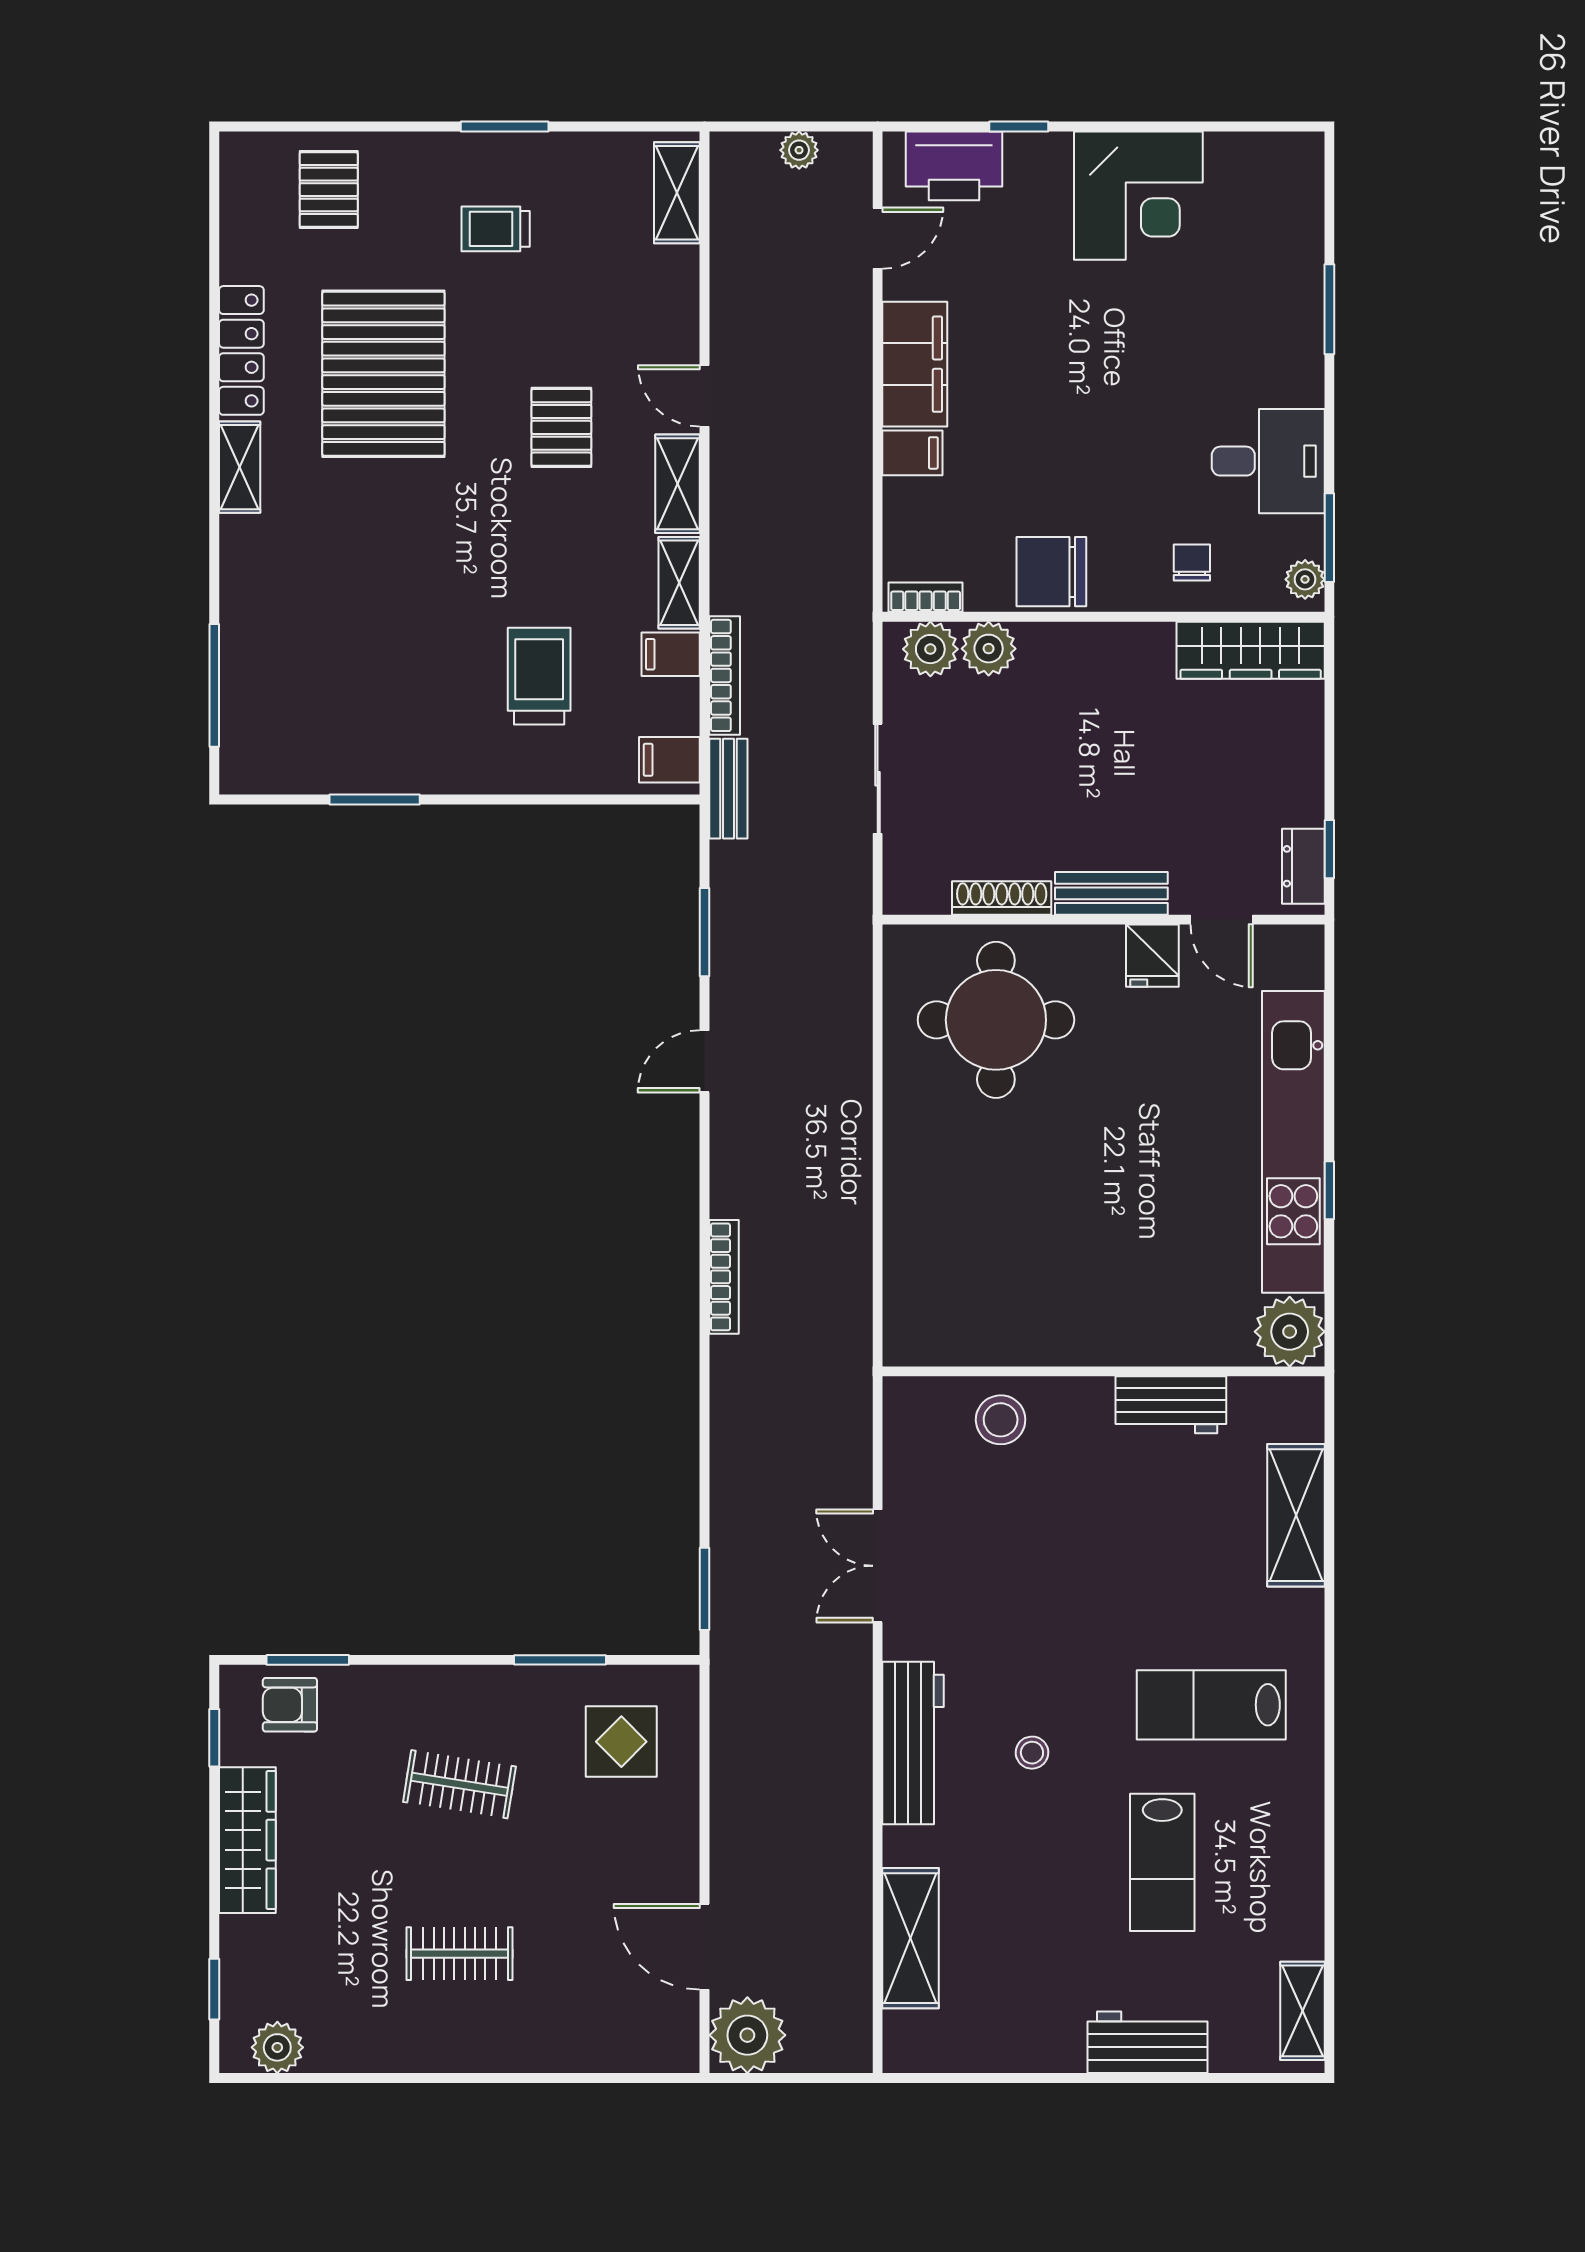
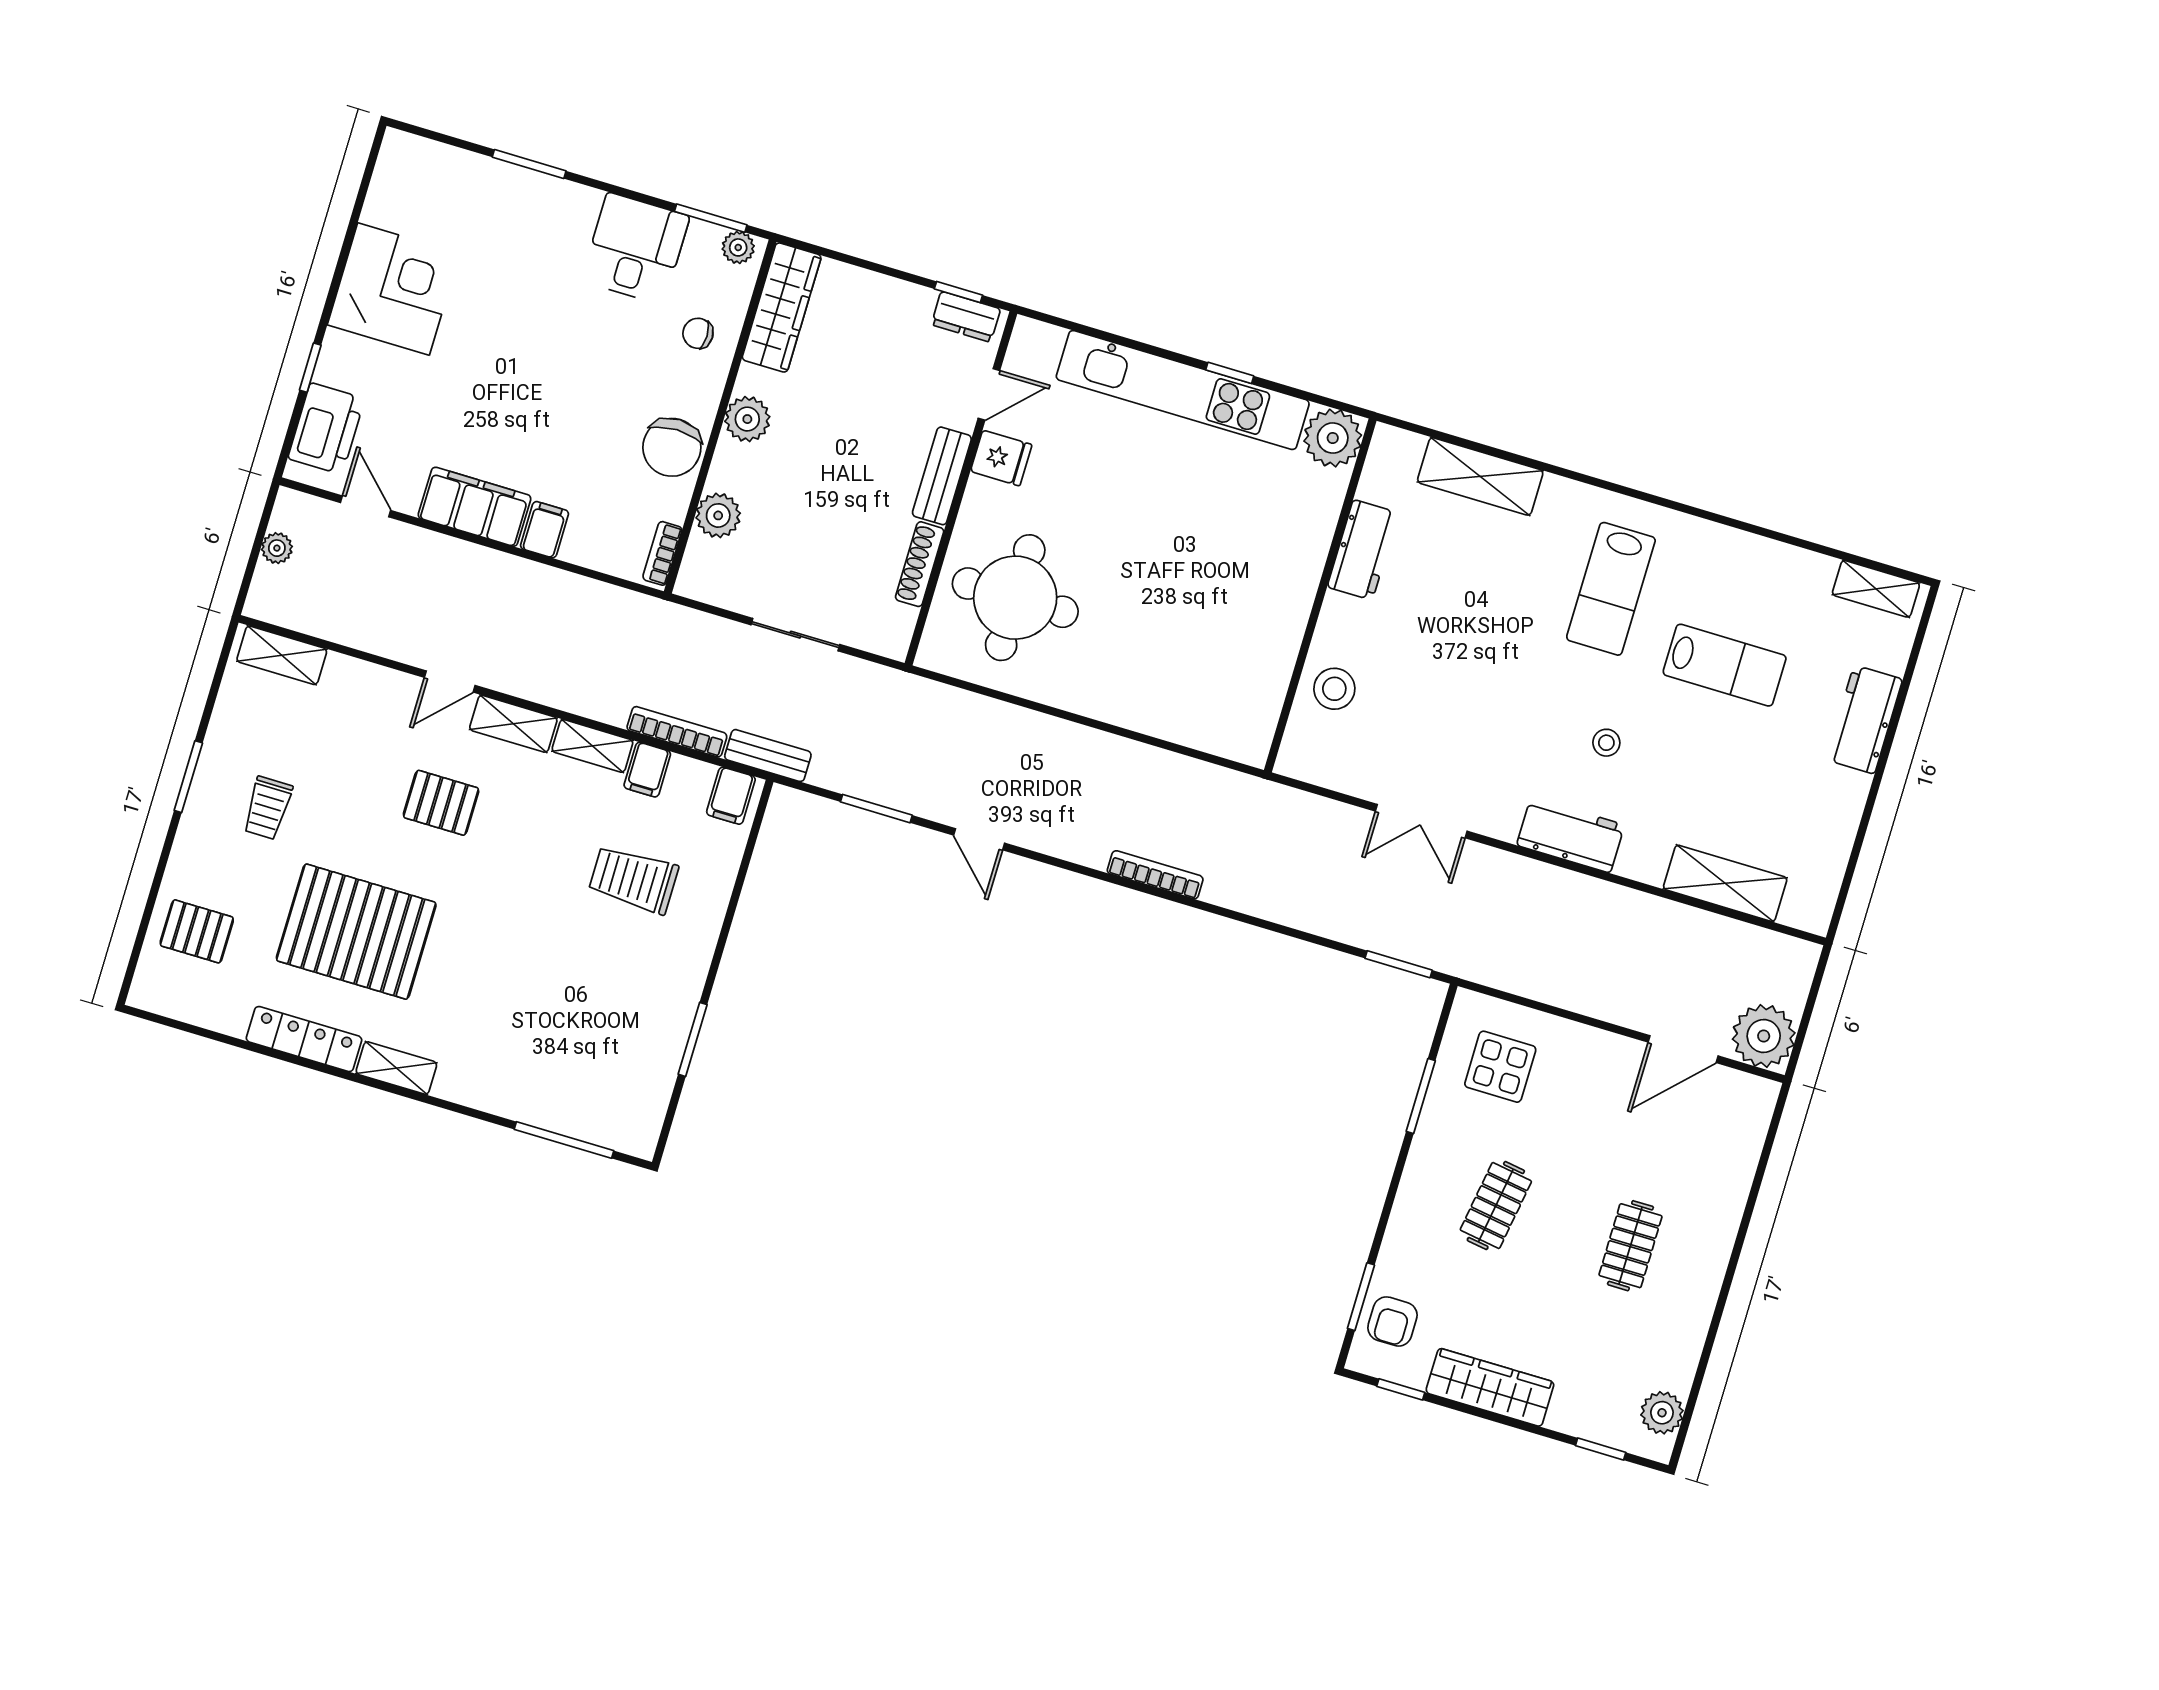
plant: (930, 649) -> (747, 419), moved
workbench: (913, 1743) -> (1571, 835), width x0.73

